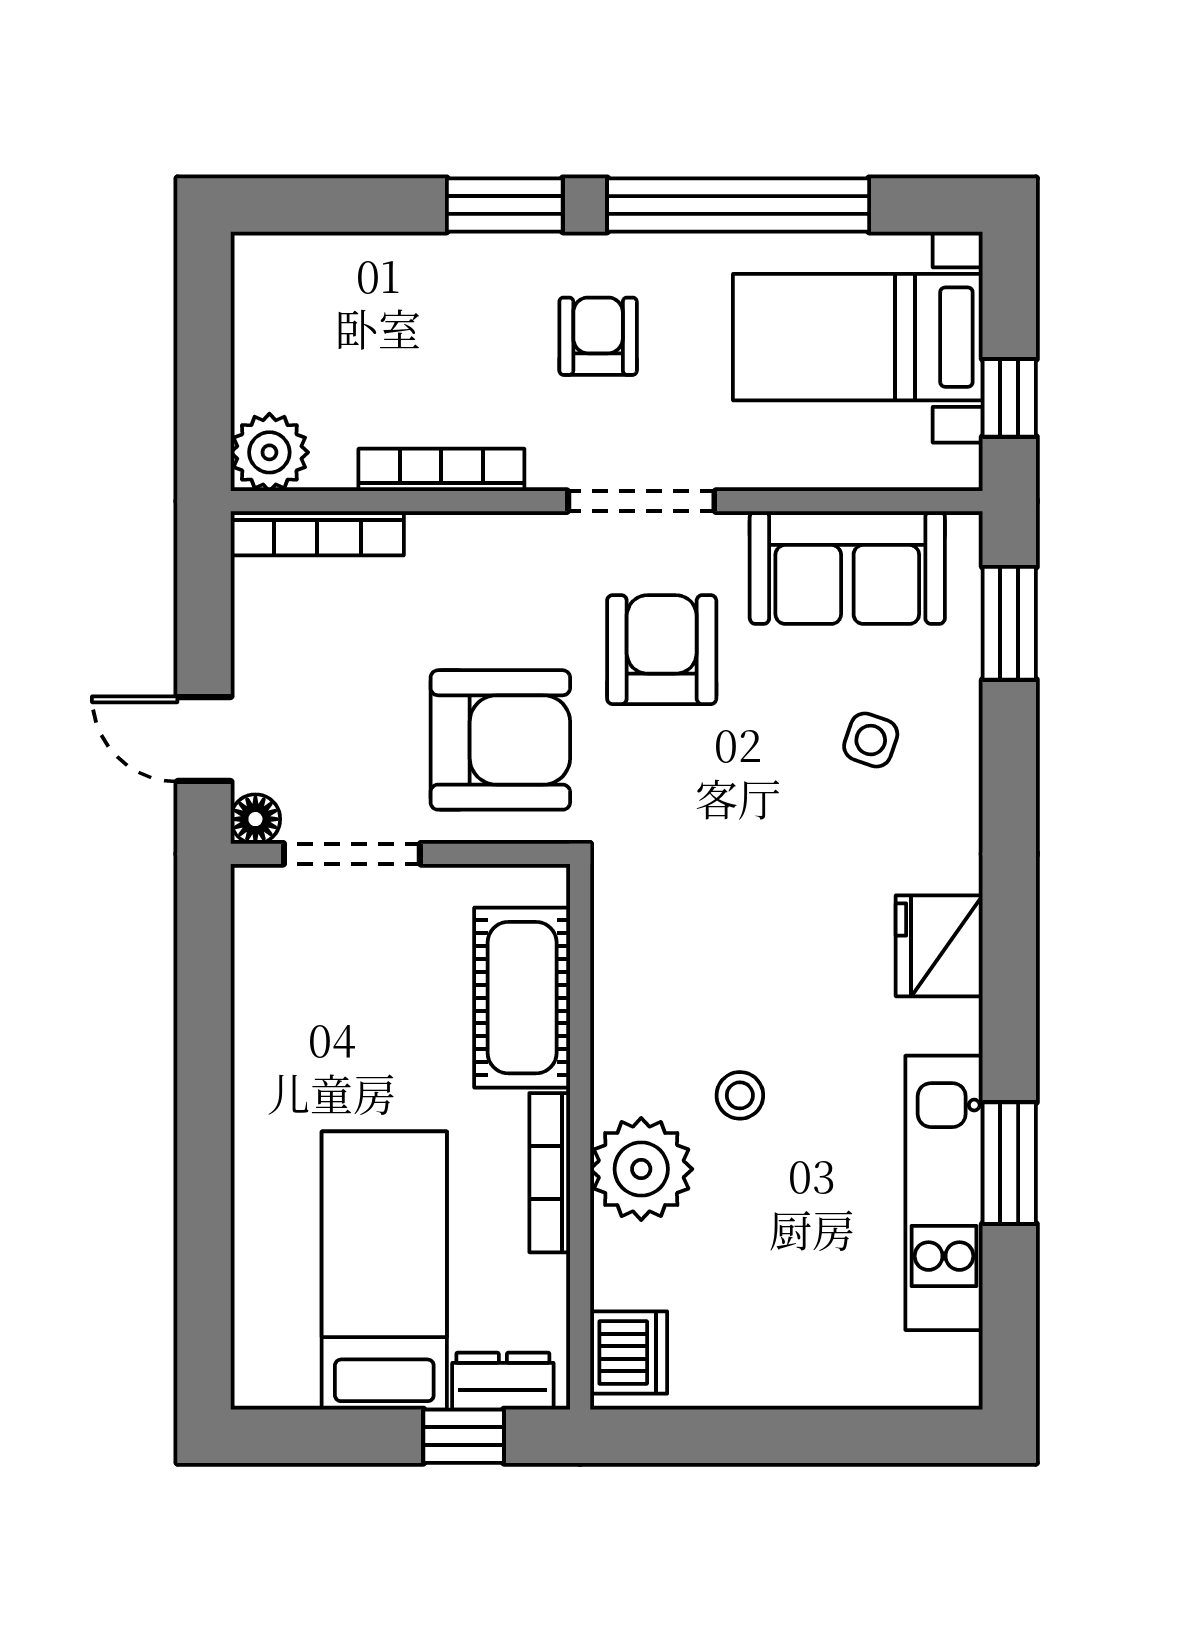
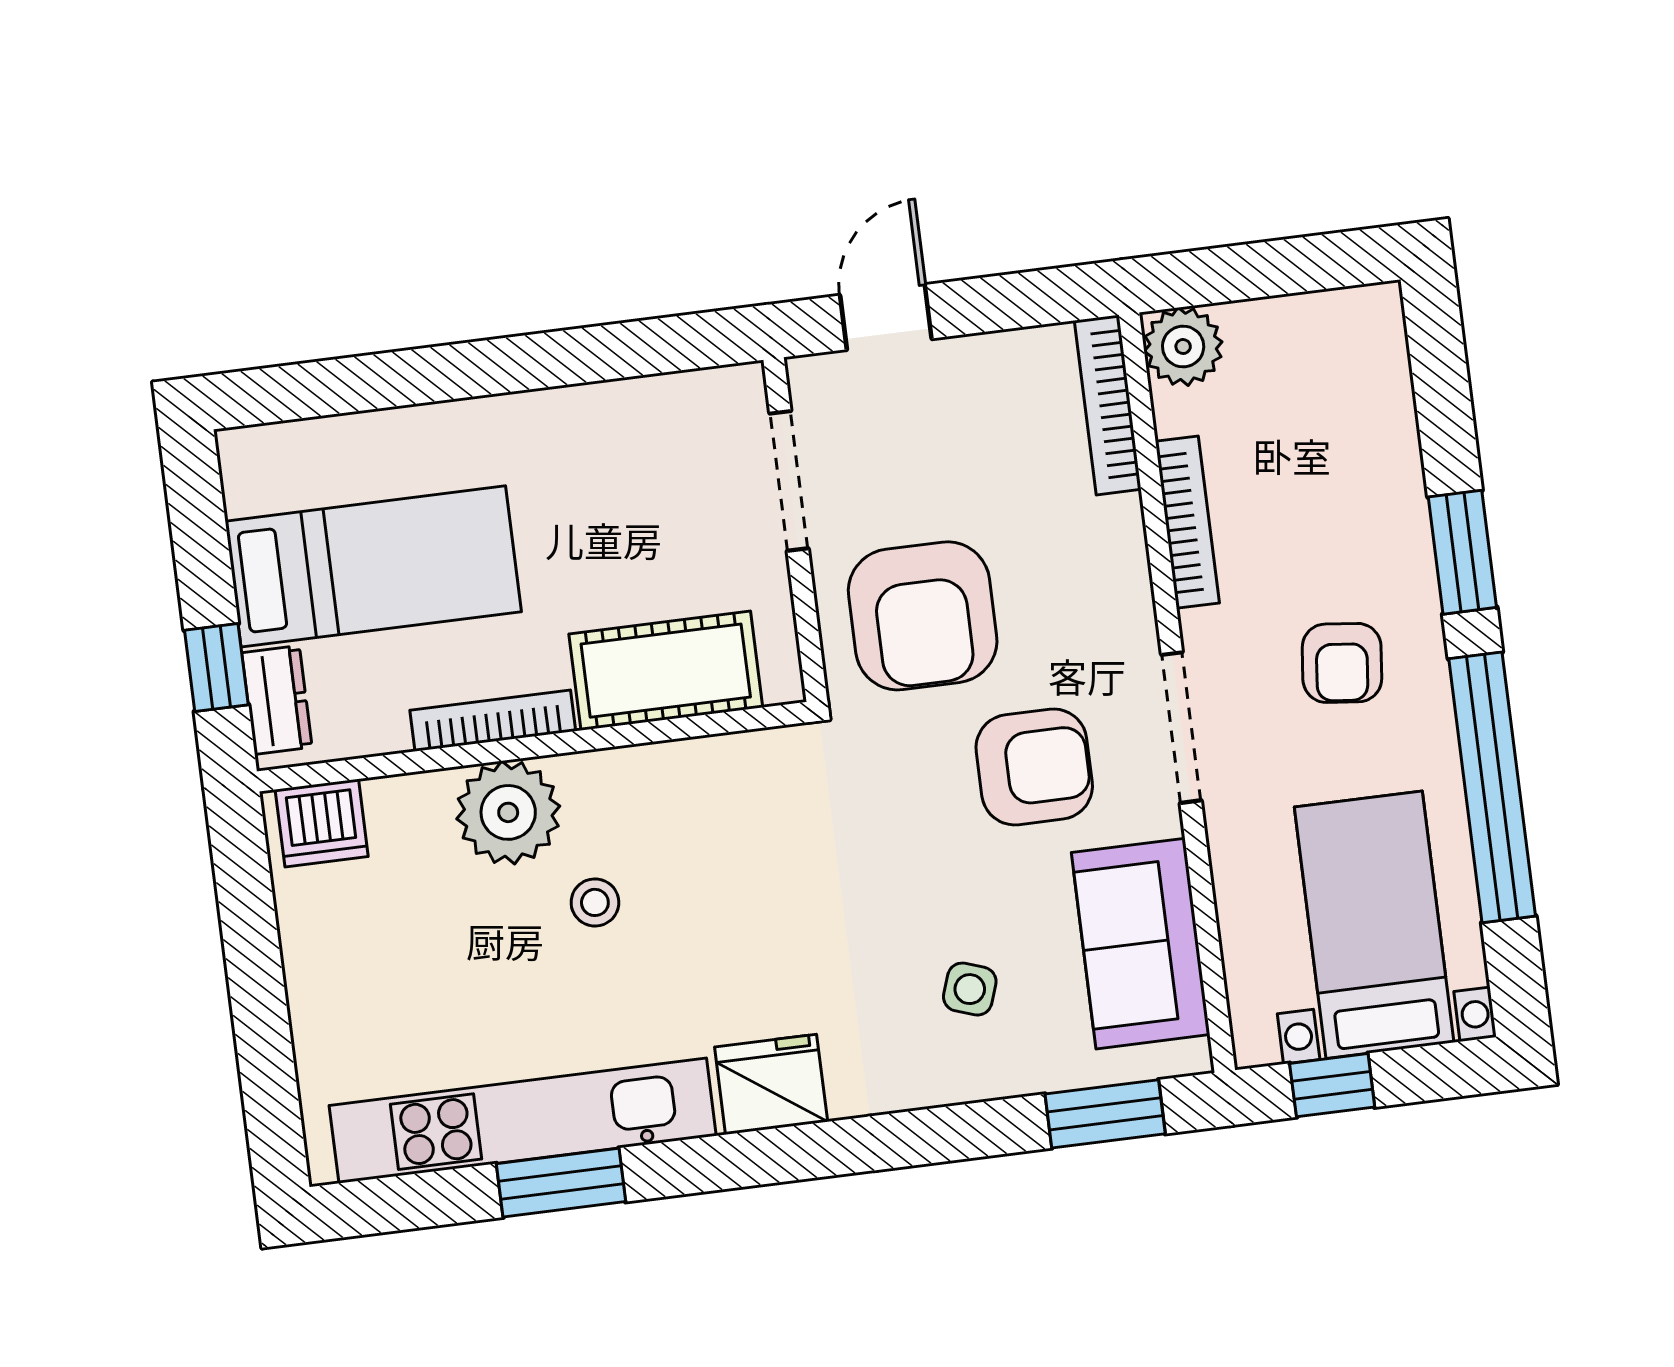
armchair: (598, 336) -> (1342, 663), turned 96
floor lamp: (255, 819) -> (812, 379), removed
kitchen unit: (944, 1193) -> (523, 1121), width x1.36

